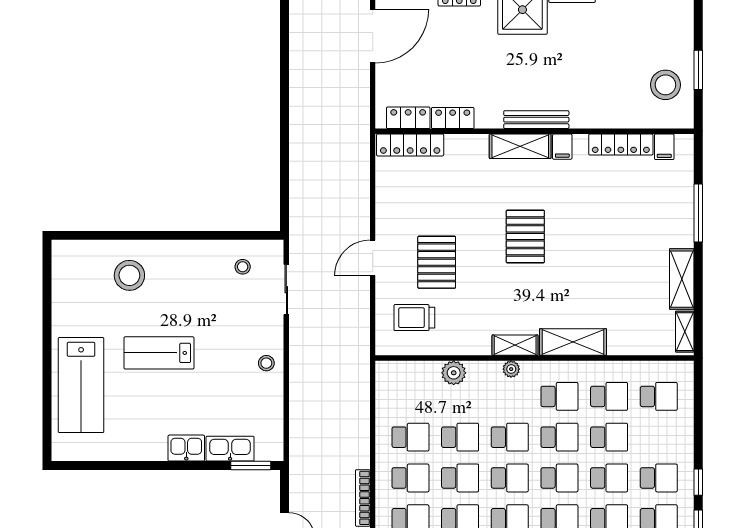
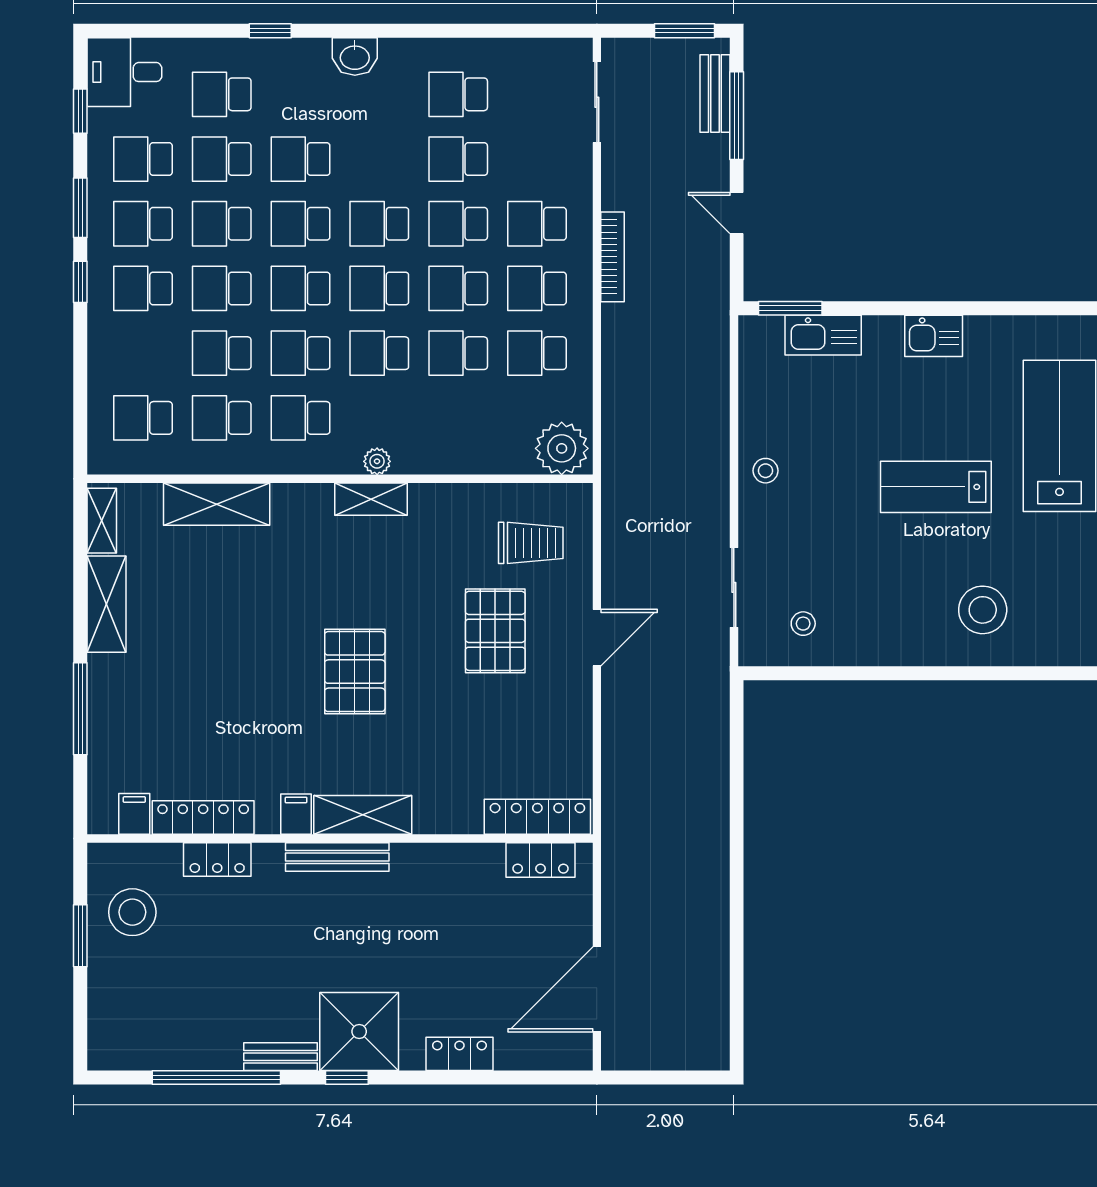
locker: (453, 118) -> (217, 860), moved
shelving: (573, 342) -> (217, 504), moved
lab bench: (159, 353) -> (936, 487), turned 180
plant: (454, 373) -> (562, 448), moved, width x1.36, depth x1.36
kitchen sink: (186, 448) -> (934, 336), moved

